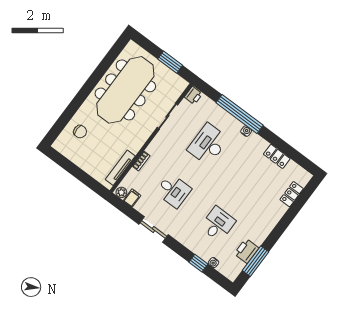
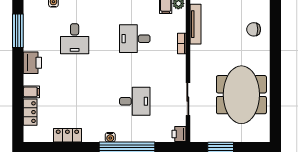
meeting table: (125, 90) -> (241, 95), width x0.73
desk: (208, 144) -> (135, 101), width x0.73
filing cabinet: (279, 208) -> (31, 92), added
printer: (246, 251) -> (32, 63), moved

